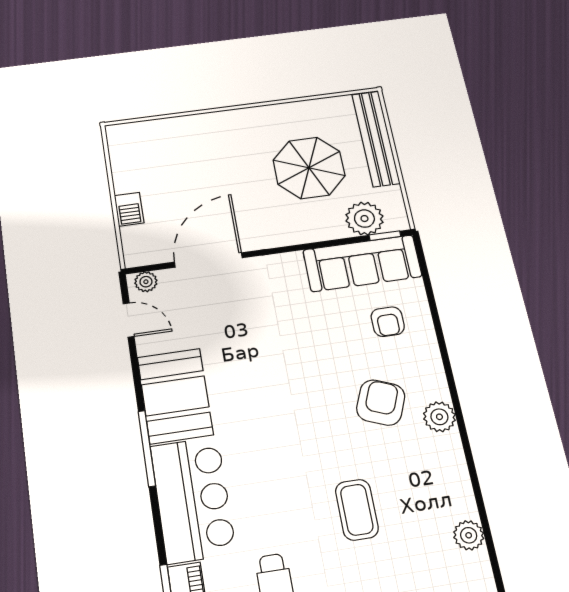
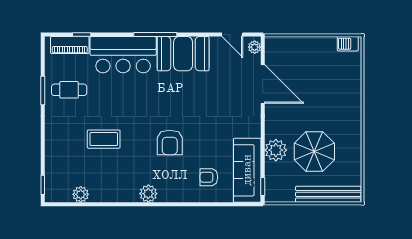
barbecue: (129, 209) -> (348, 44), moved
plant: (364, 219) -> (276, 150), moved
door: (129, 320) -> (232, 34), hinge flipped
armchair: (381, 403) -> (170, 142), moved, turned 68

